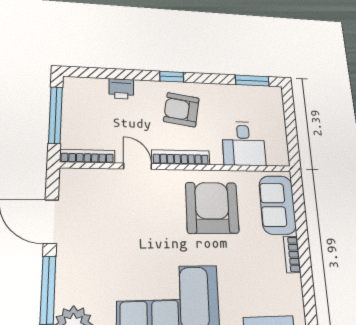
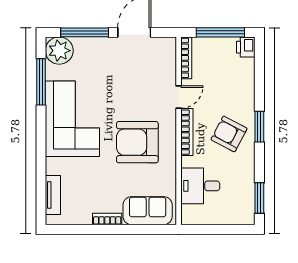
window: (172, 77) -> (259, 127), width x1.50
printer: (121, 89) -> (246, 47), moved
armchair: (181, 110) -> (229, 134), turned -71
armchair: (212, 208) -> (137, 142), moved, turned 180

